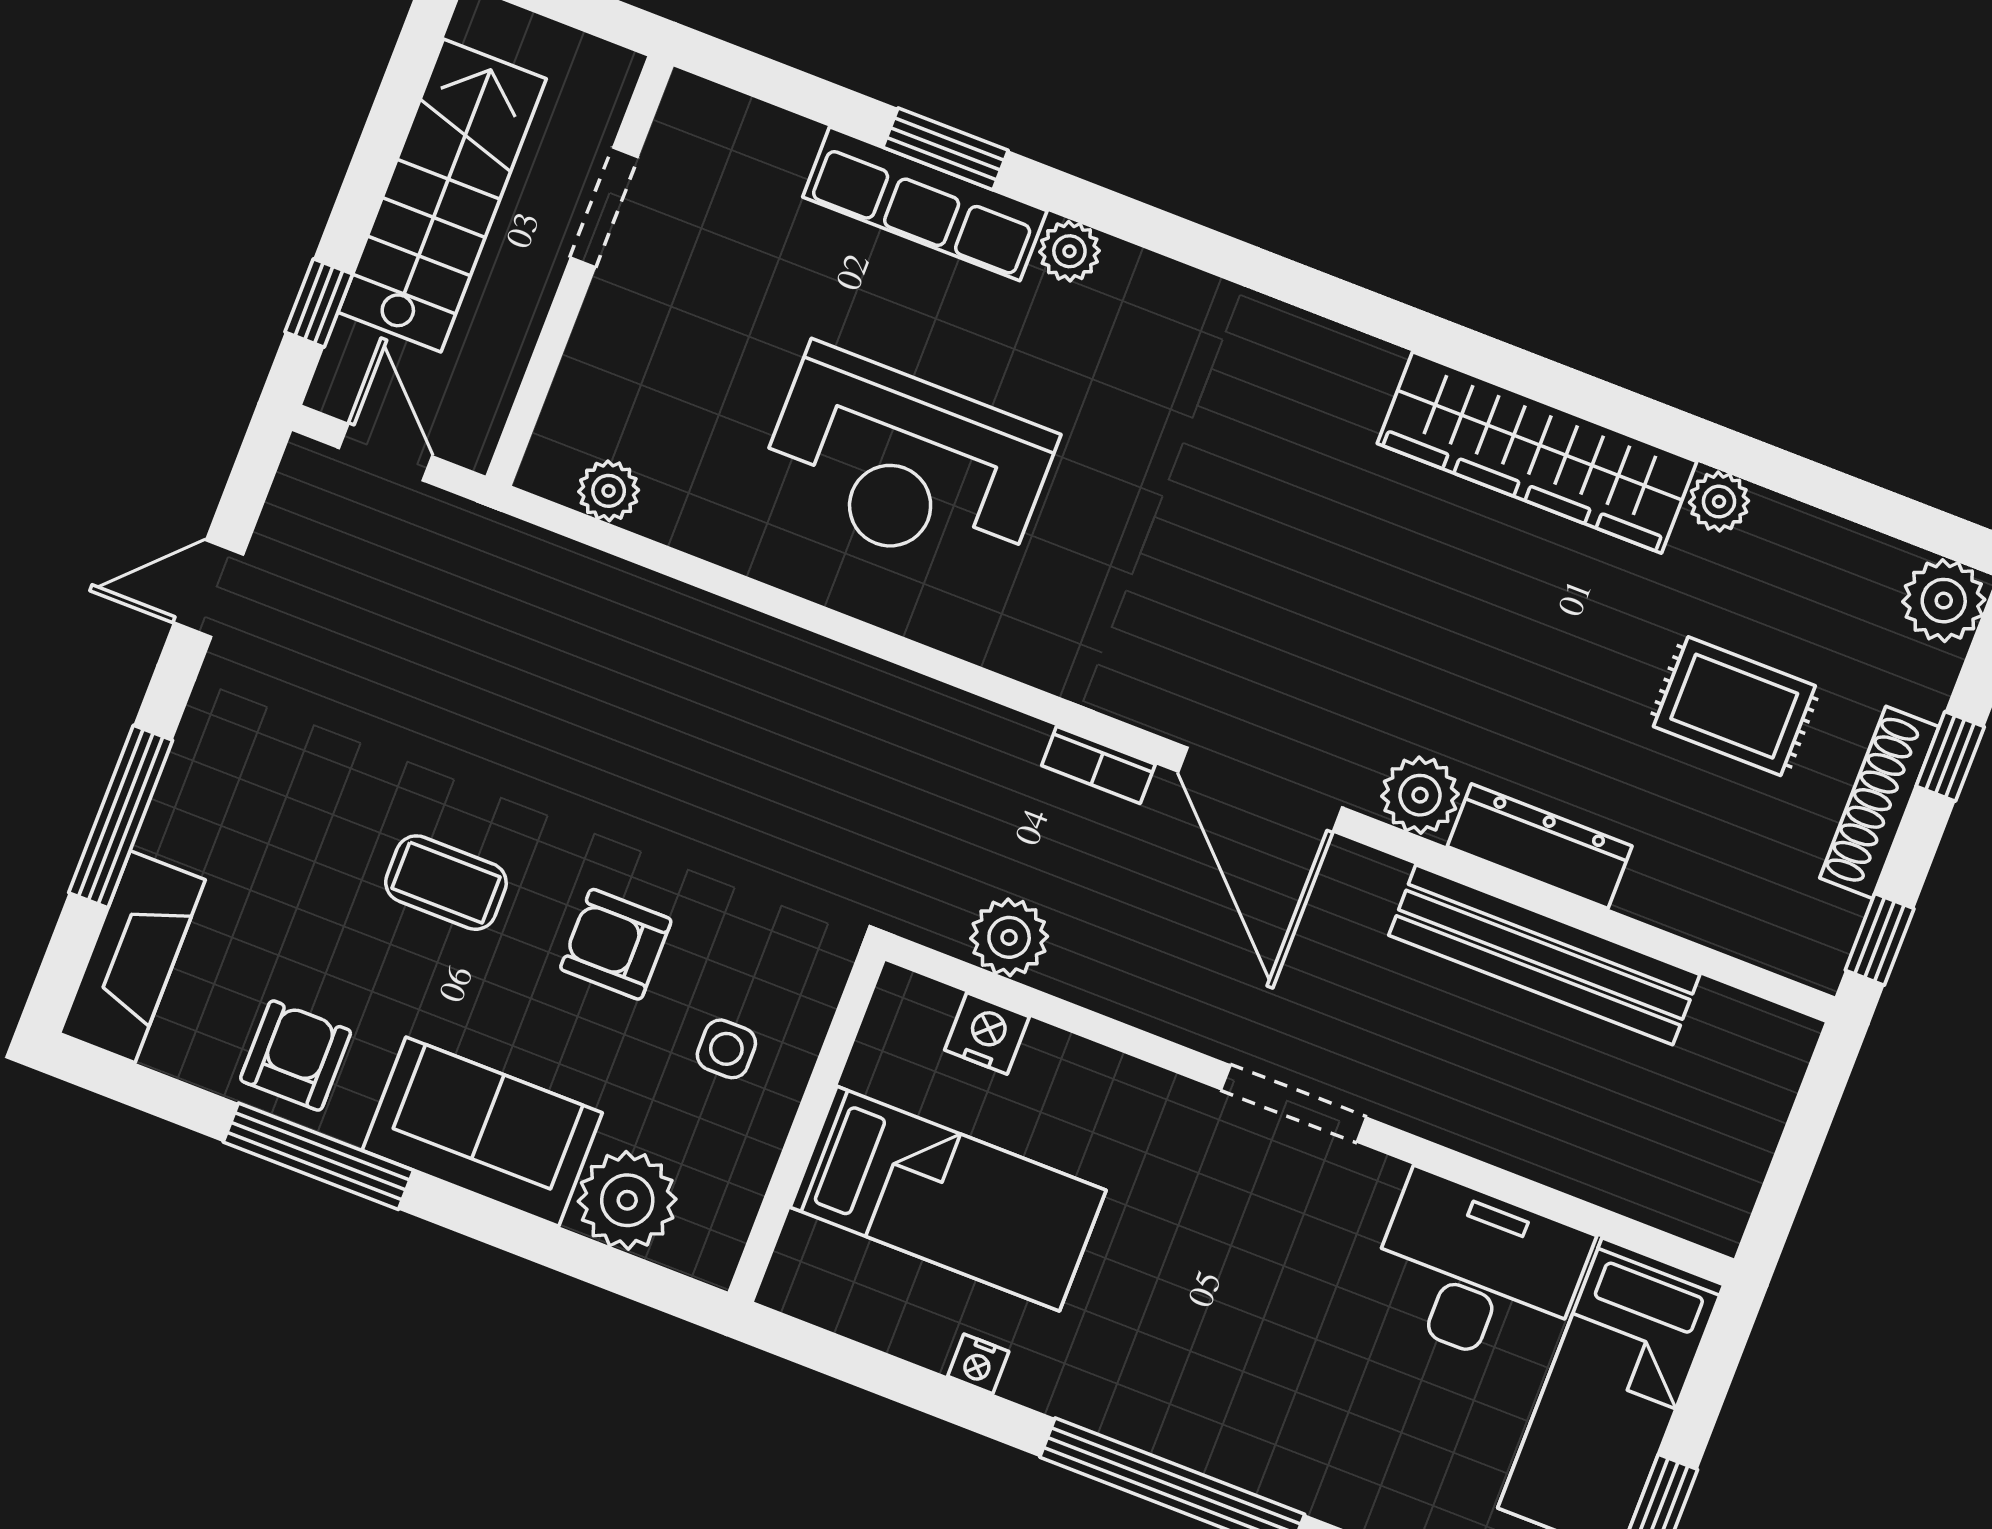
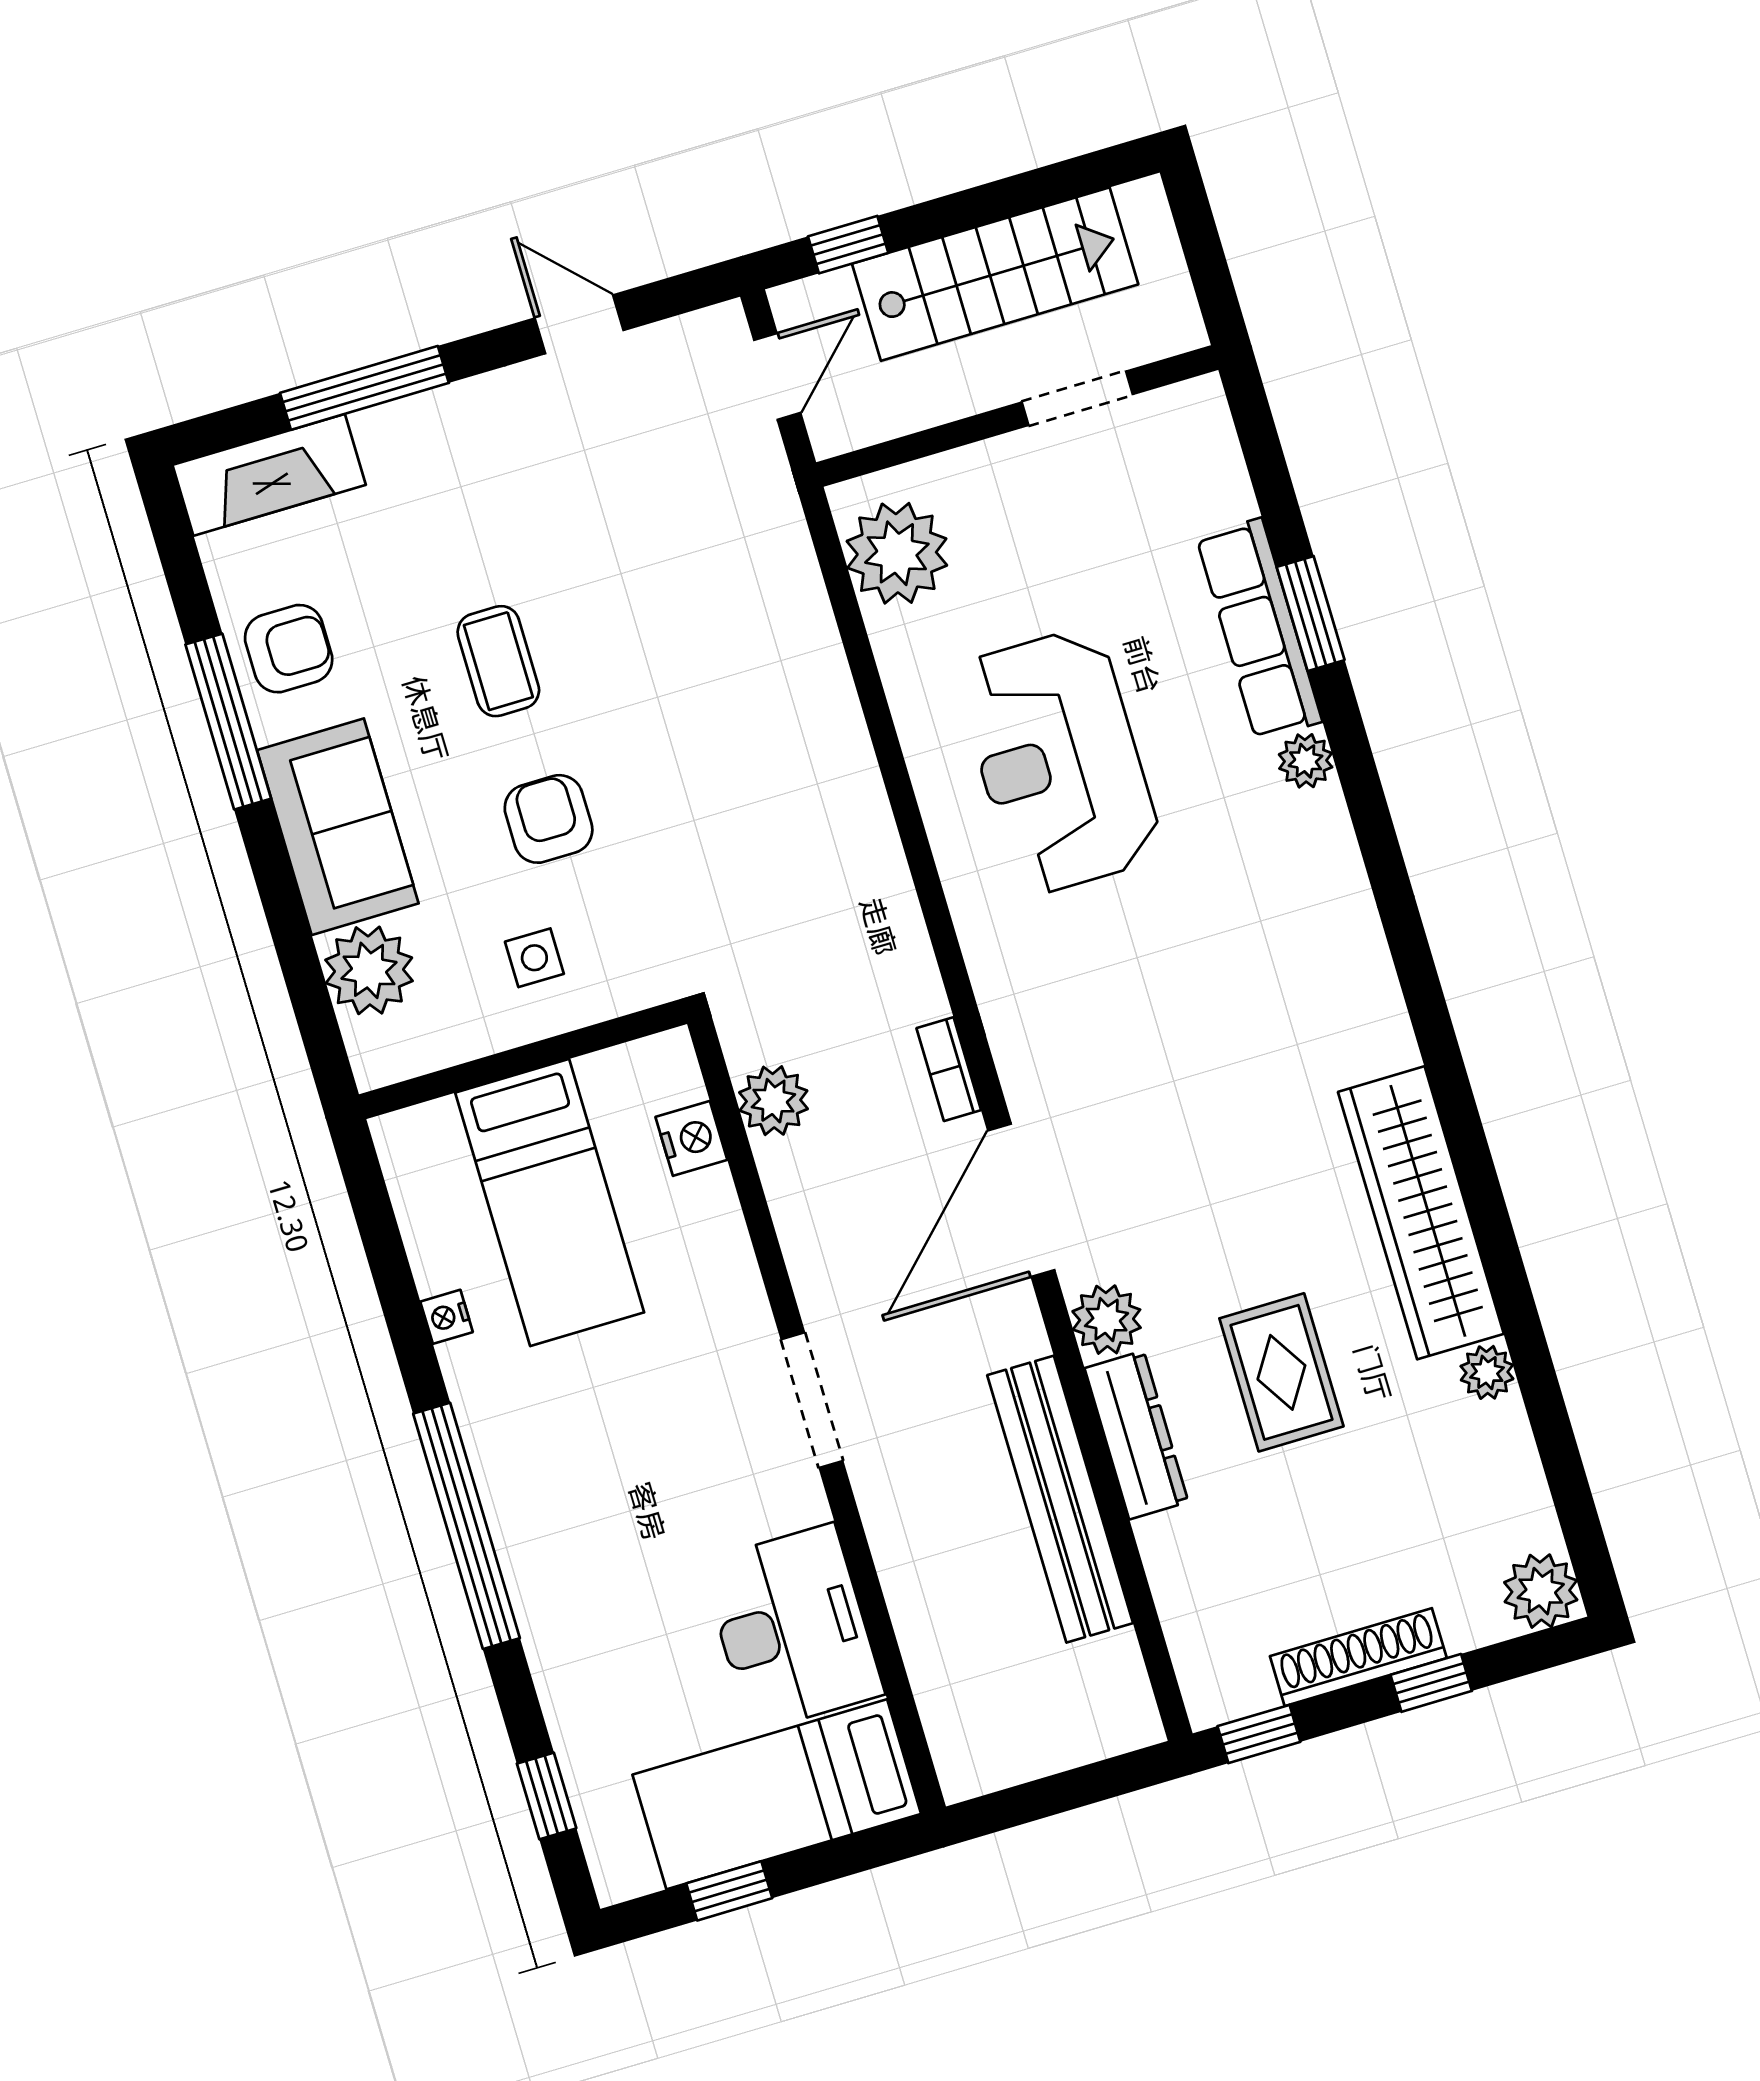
plant: (609, 491) -> (897, 553), width x1.88, depth x1.88
rug: (1734, 706) -> (1281, 1372), moved

